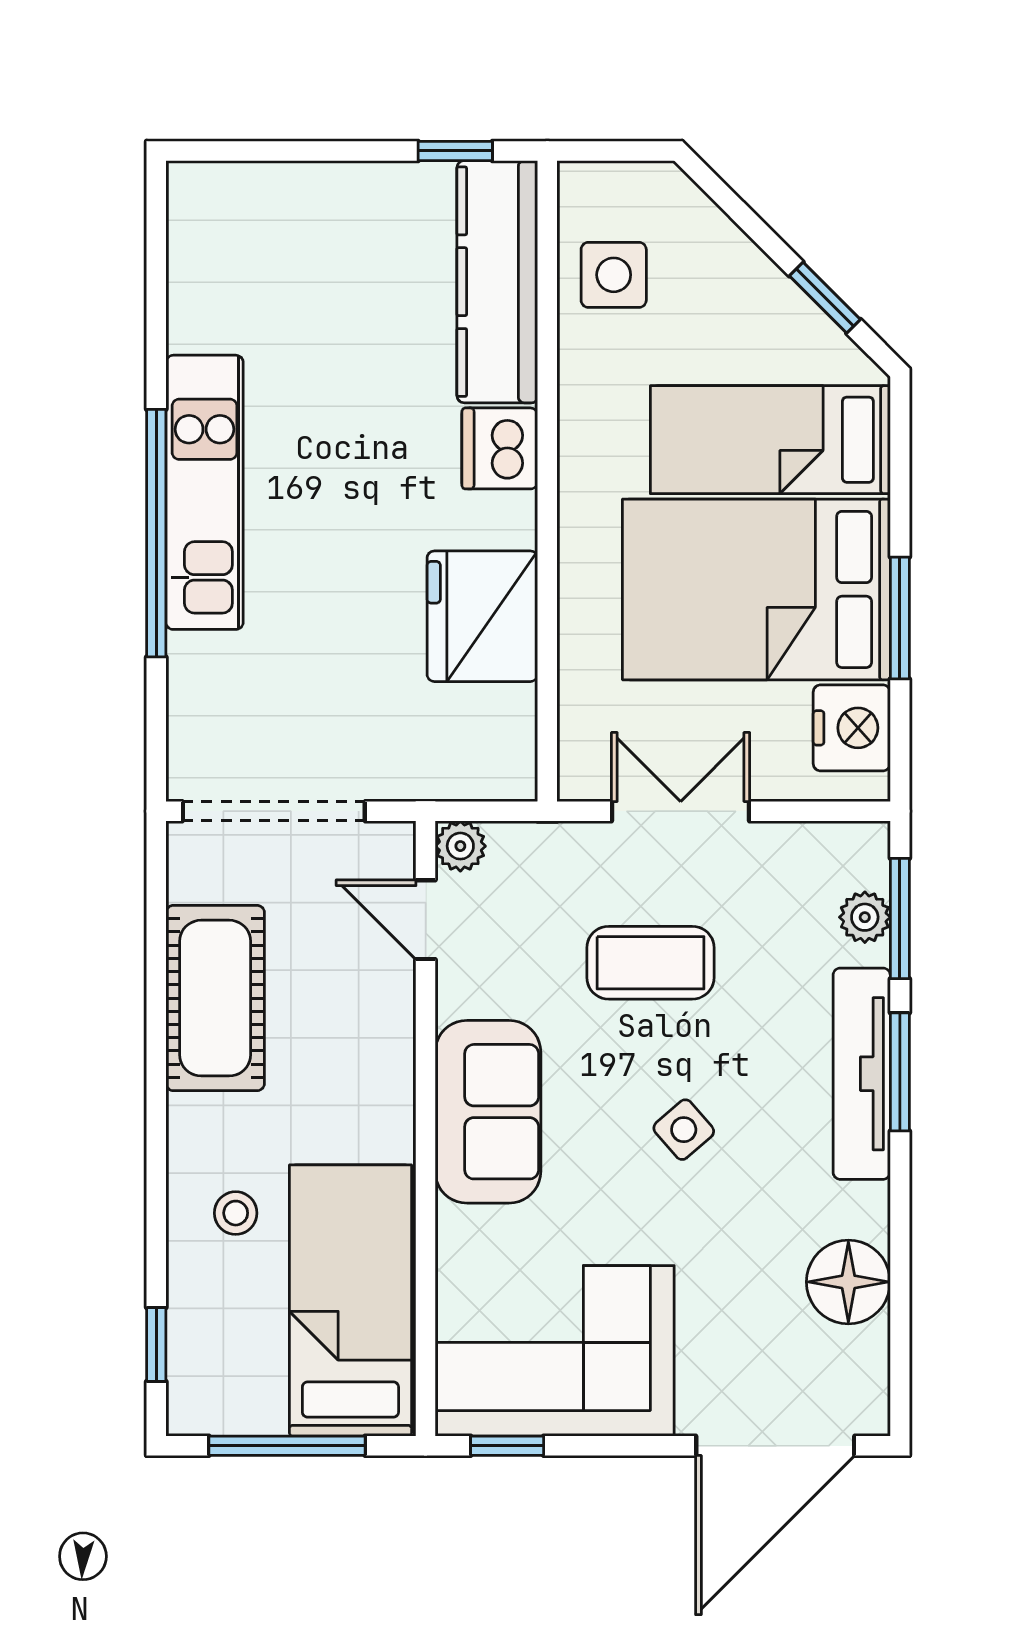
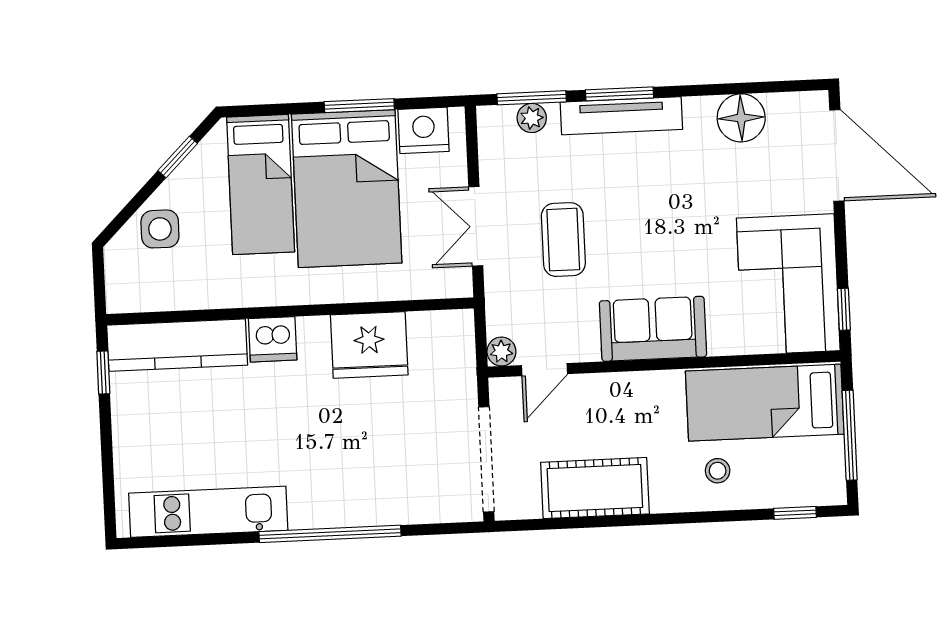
side table: (614, 275) -> (160, 229), moved
kitchen unit: (205, 492) -> (208, 512), moved
side table: (684, 1130) -> (658, 216), removed

